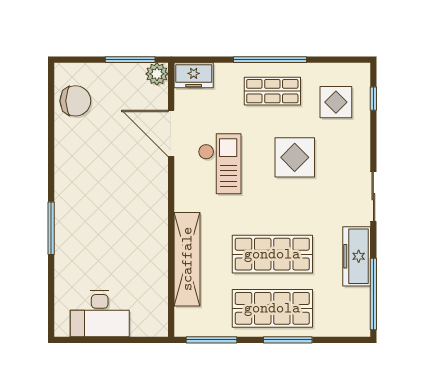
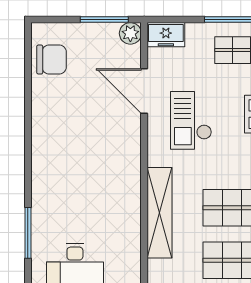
checkout: (220, 164) -> (191, 120), turned 180
window: (51, 228) -> (28, 233), moved

